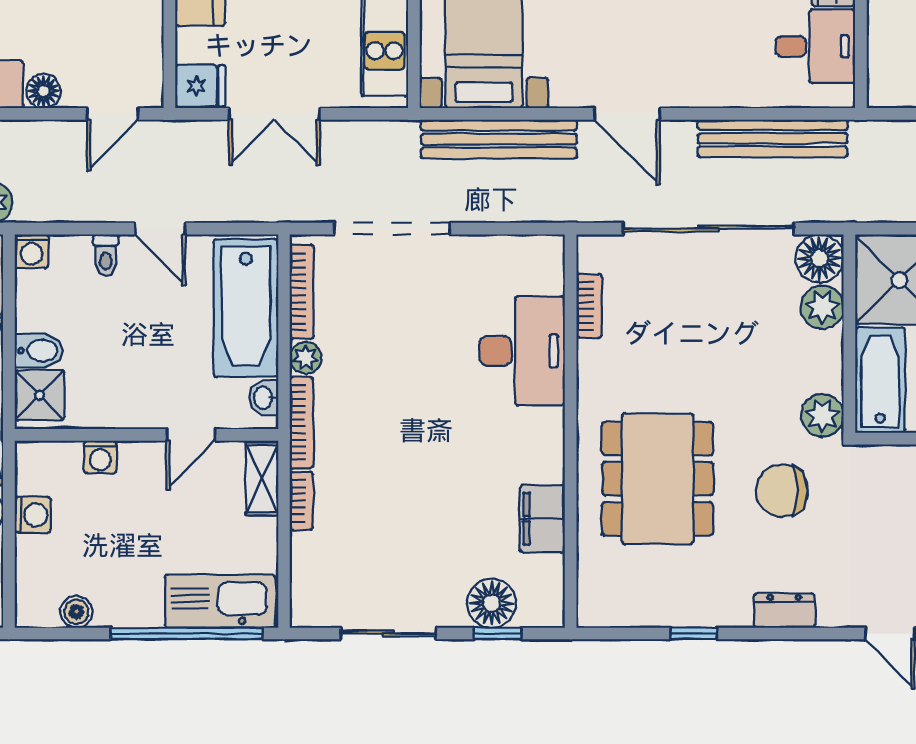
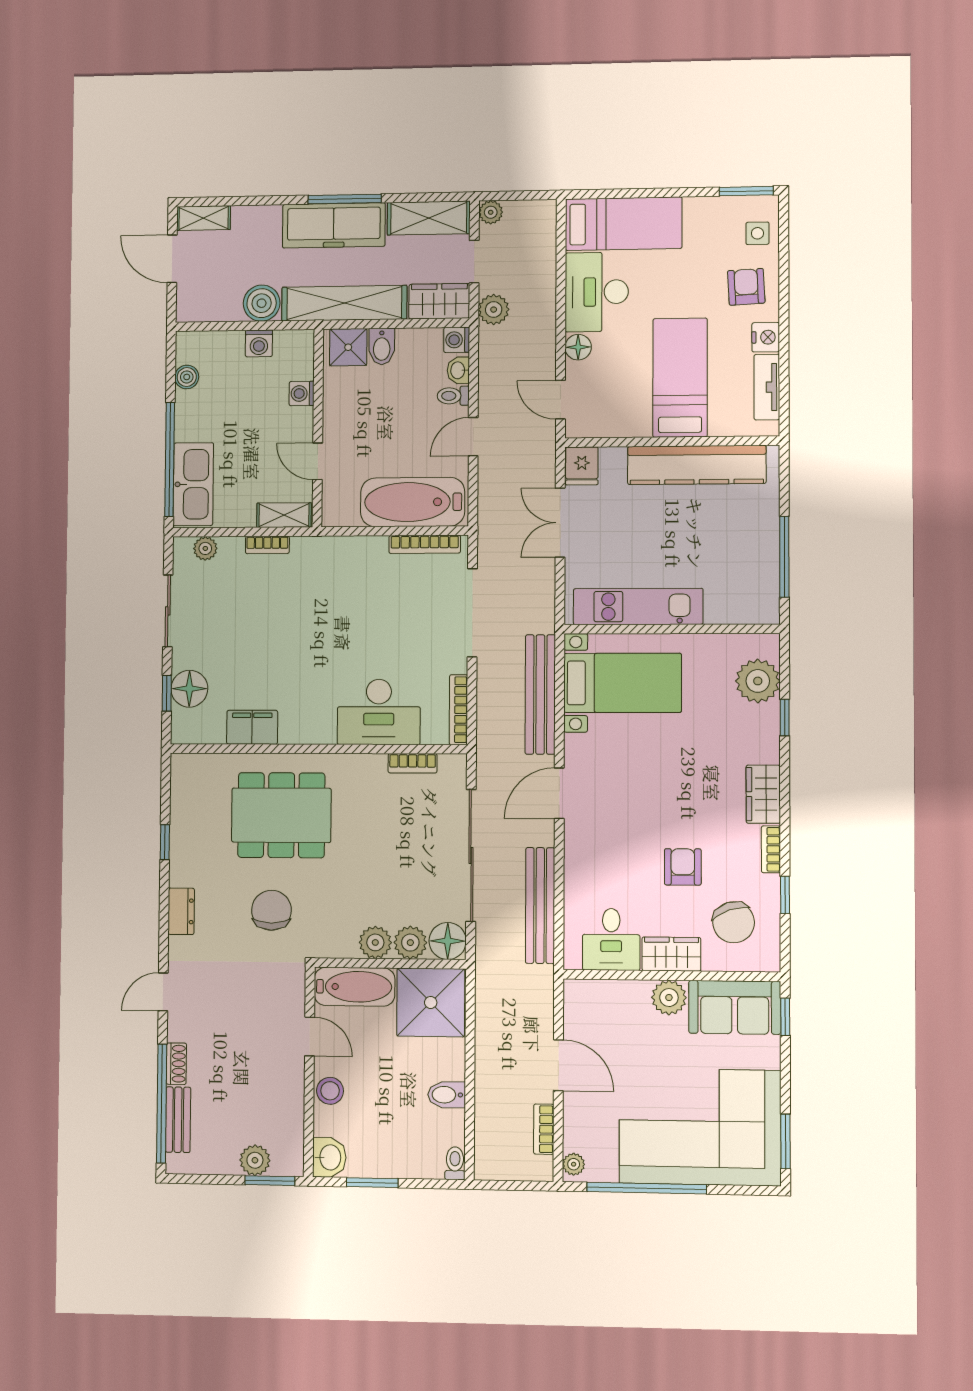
plant: (306, 358) -> (205, 548), moved
washbasin: (264, 398) -> (458, 370), moved, turned -90
plant: (822, 415) -> (375, 942), moved
bookcase: (301, 423) -> (458, 710), moved, turned 90

